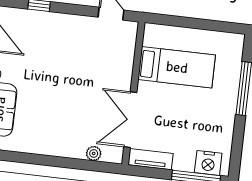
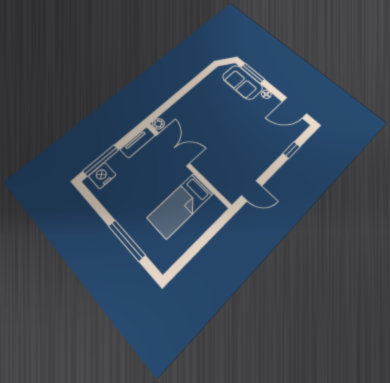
plant: (94, 153) -> (158, 124), moved

